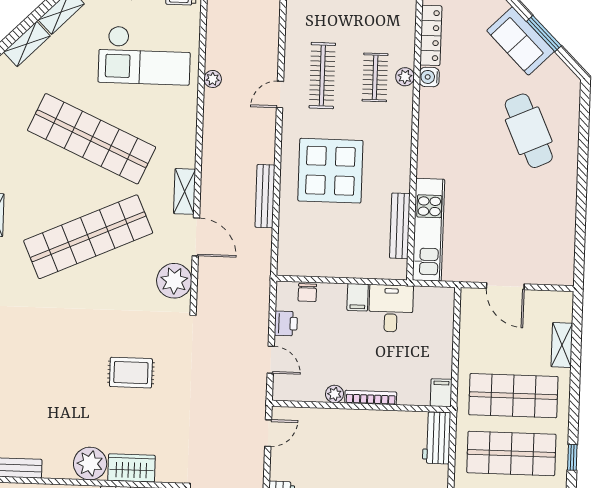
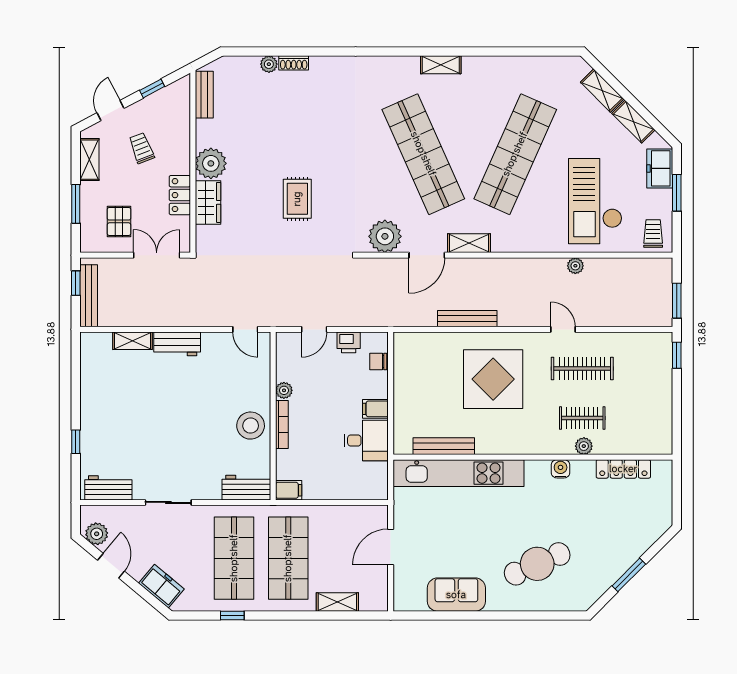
sofa: (520, 41) -> (456, 595), moved, turned 45
water cooler: (429, 77) -> (561, 469), moved
kitchen unit: (429, 230) -> (458, 473), width x1.36
stool: (371, 431) -> (251, 426), added

